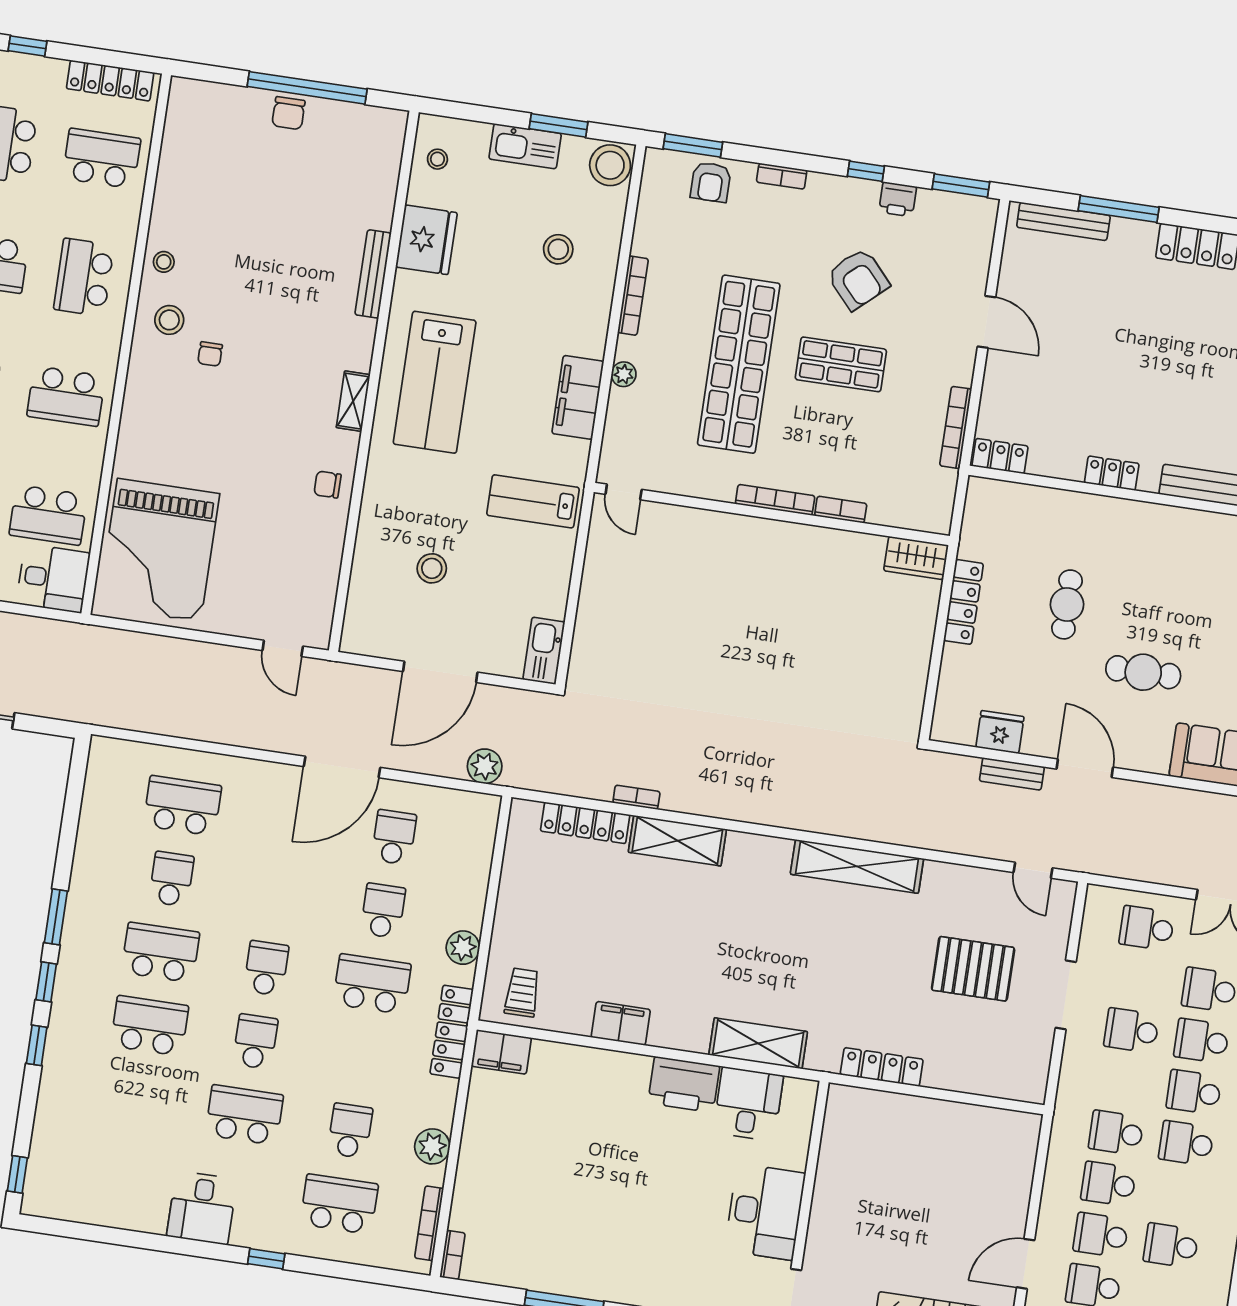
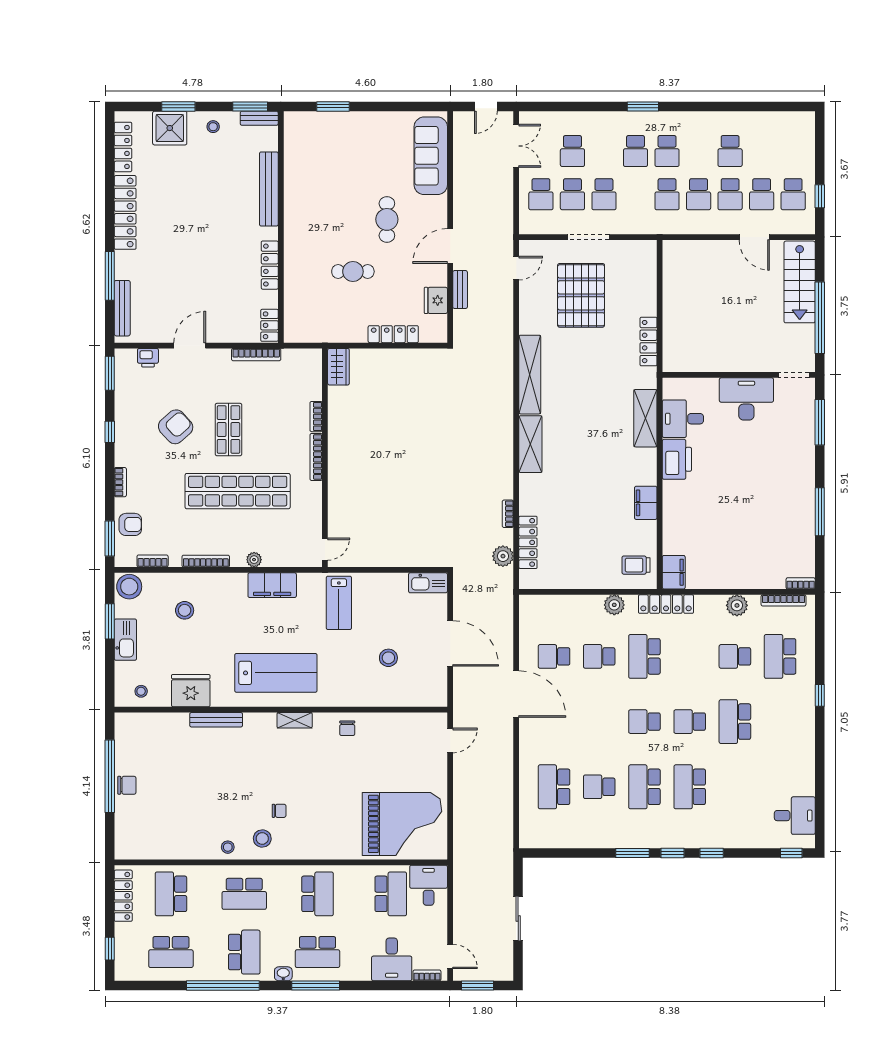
printer: (898, 199) -> (148, 358), moved, turned 90
bookcase: (646, 209) -> (153, 561), added
locker: (1112, 473) -> (270, 265), width x1.53
locker: (963, 602) -> (393, 334), moved
plant: (485, 766) -> (503, 556), moved
shelving: (677, 841) -> (530, 444), moved
pallet: (973, 969) -> (581, 295), width x1.37, depth x1.41
school desk: (1201, 1041) -> (572, 194), moved
desk: (202, 1208) -> (795, 816), moved

